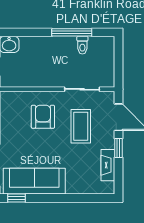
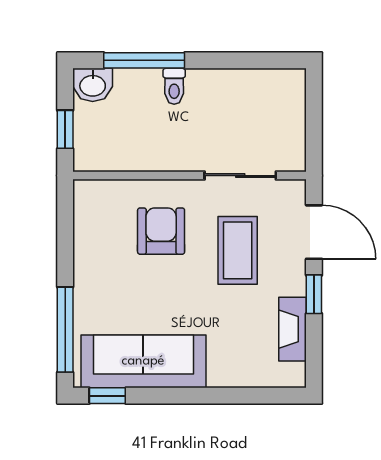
window: (72, 32) -> (144, 60), moved
toilet: (82, 45) -> (174, 86), moved

